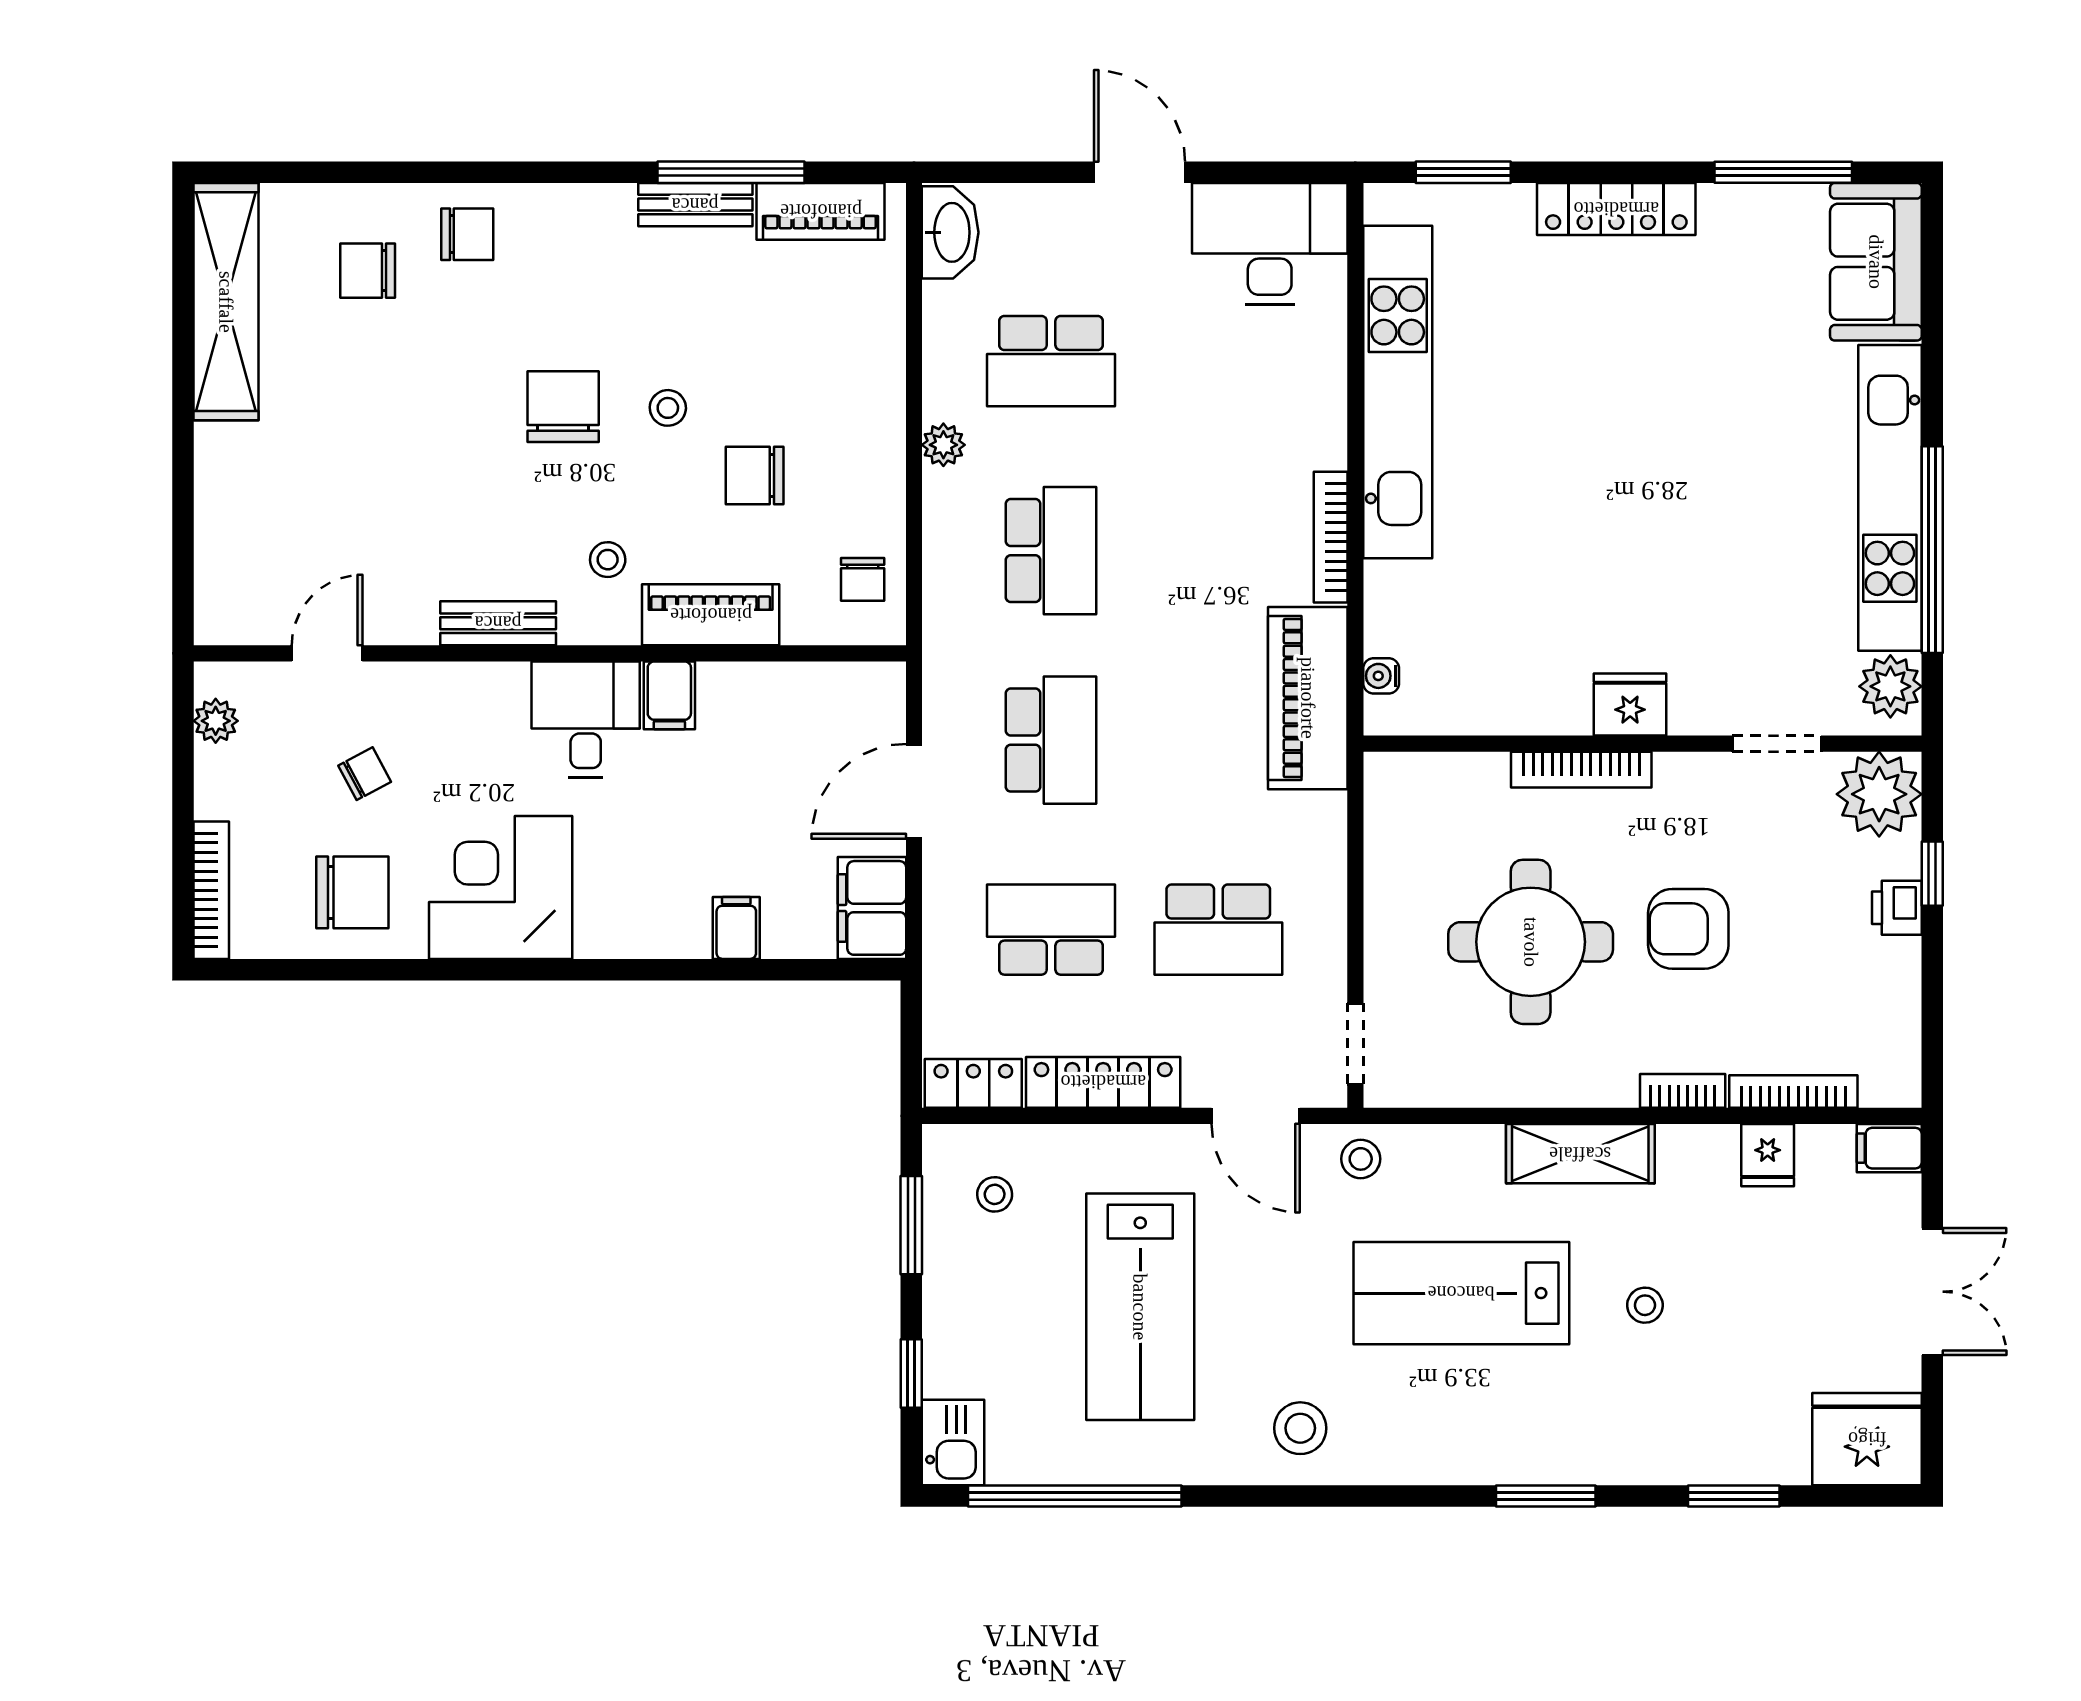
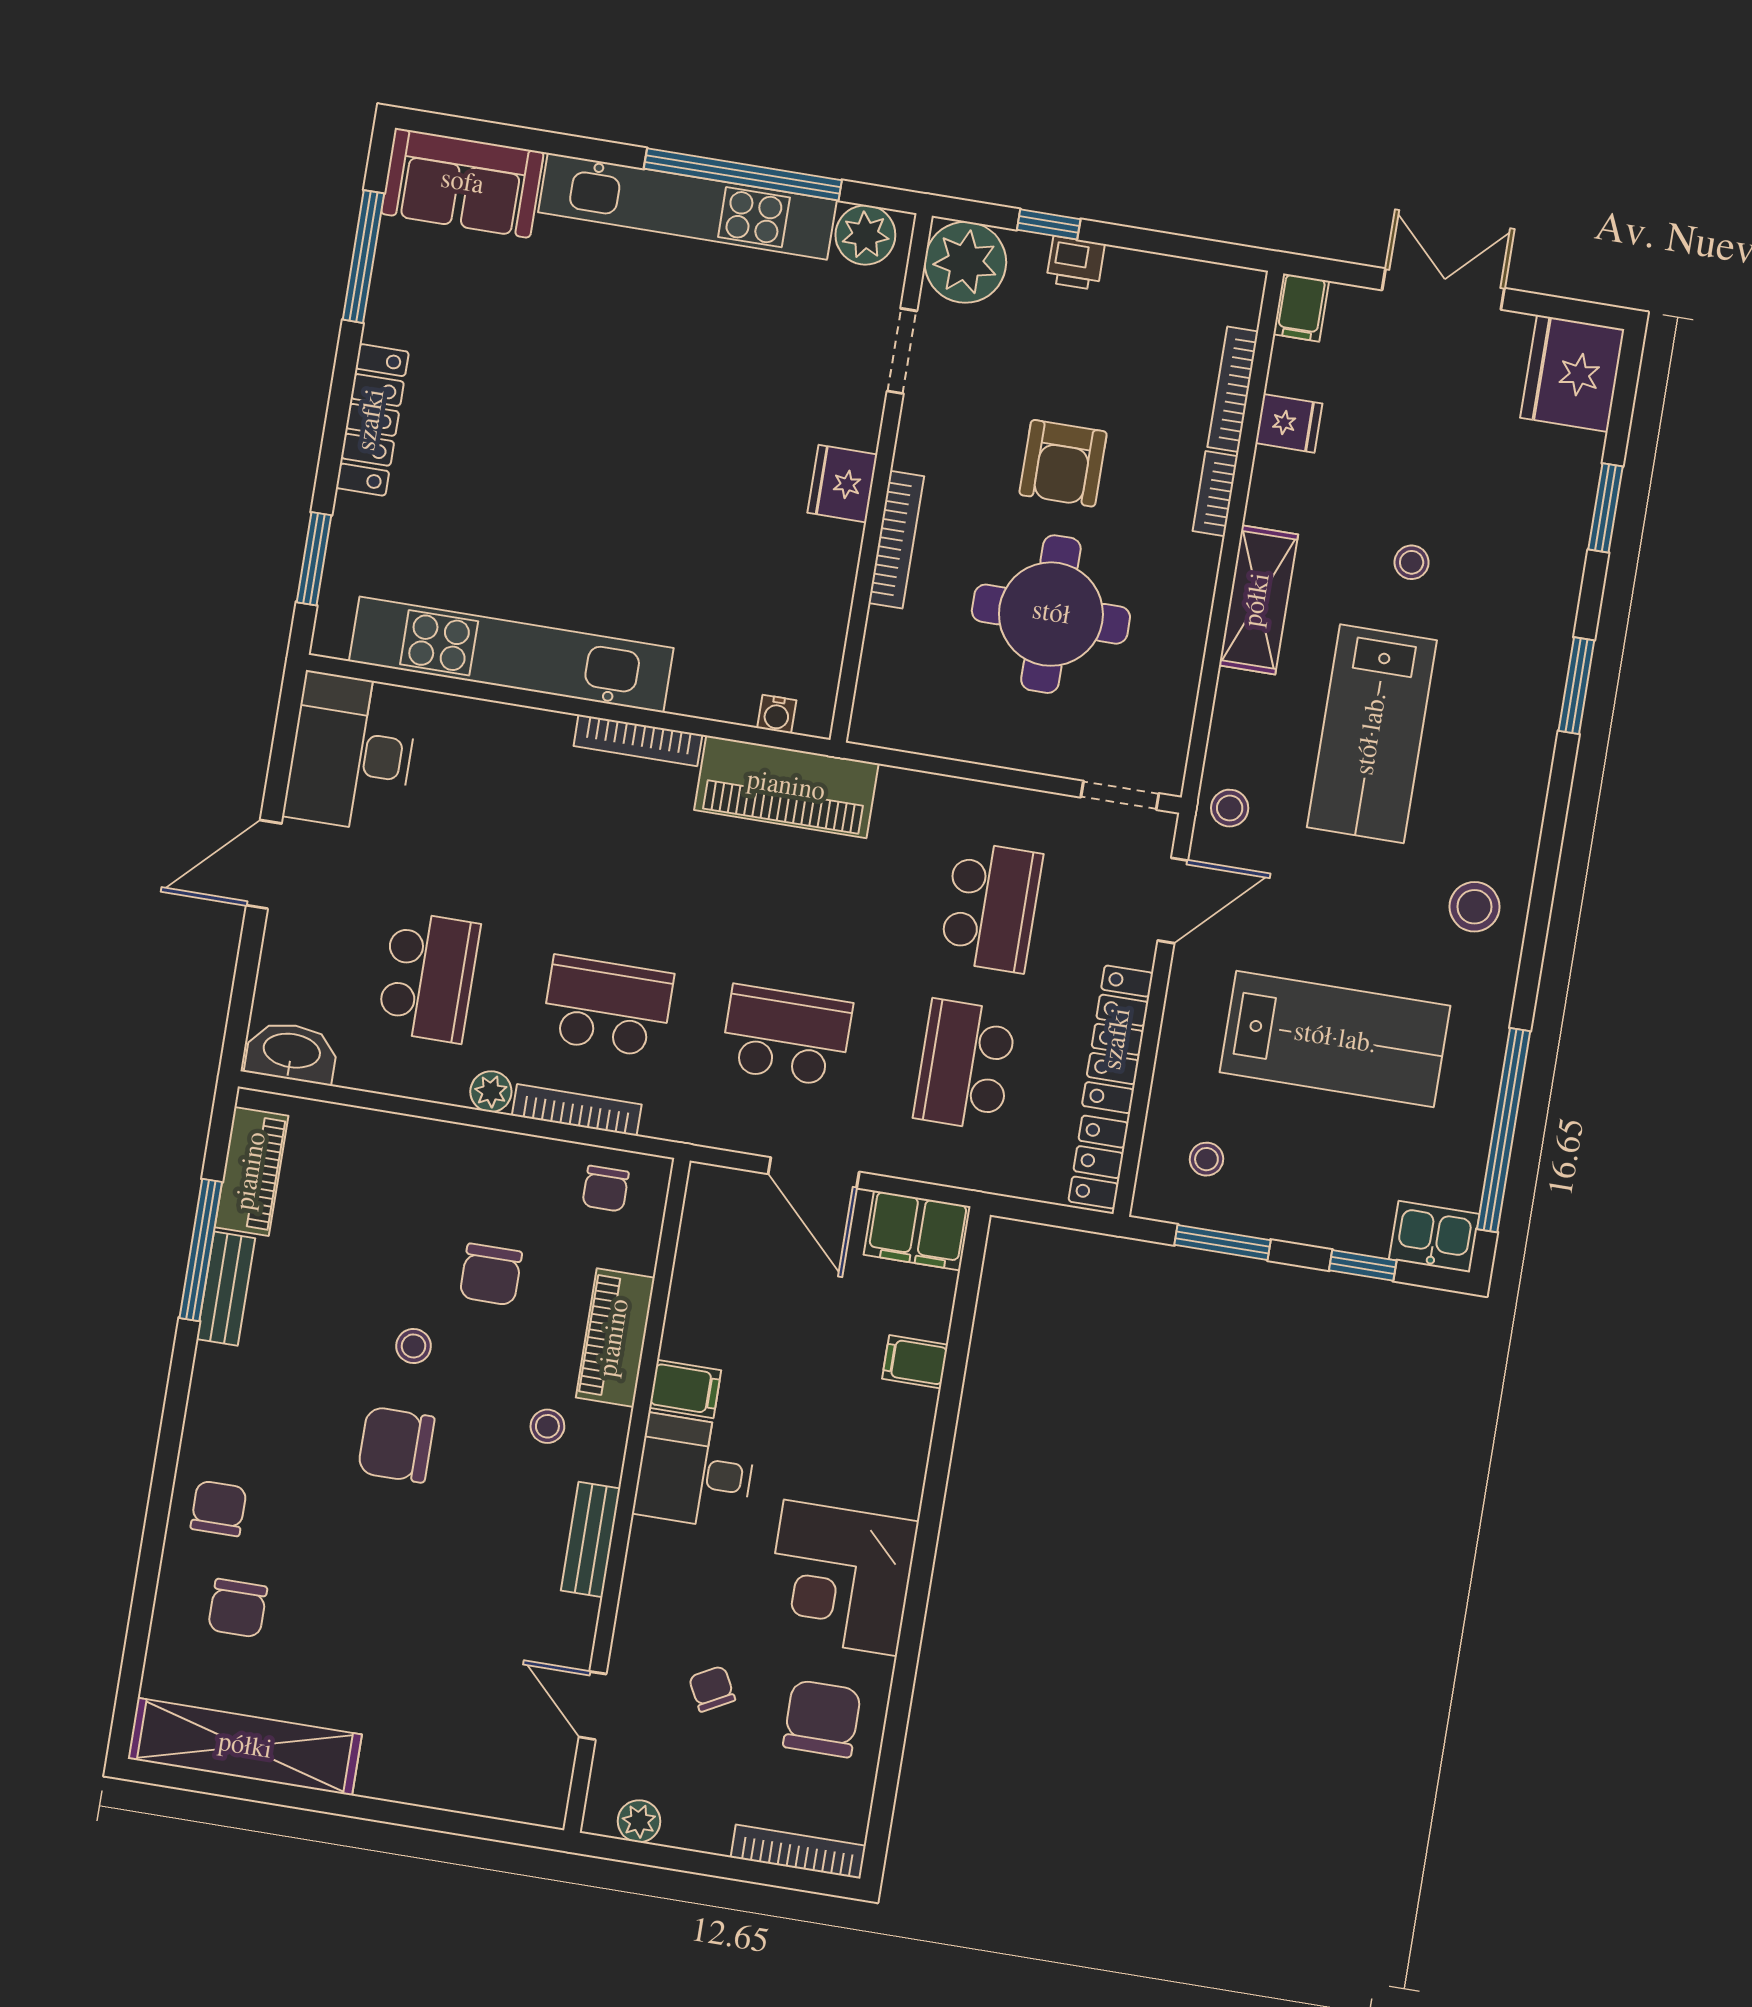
bookcase: (939, 536) -> (577, 1110), added
chair: (863, 579) -> (606, 1189), turned 90

